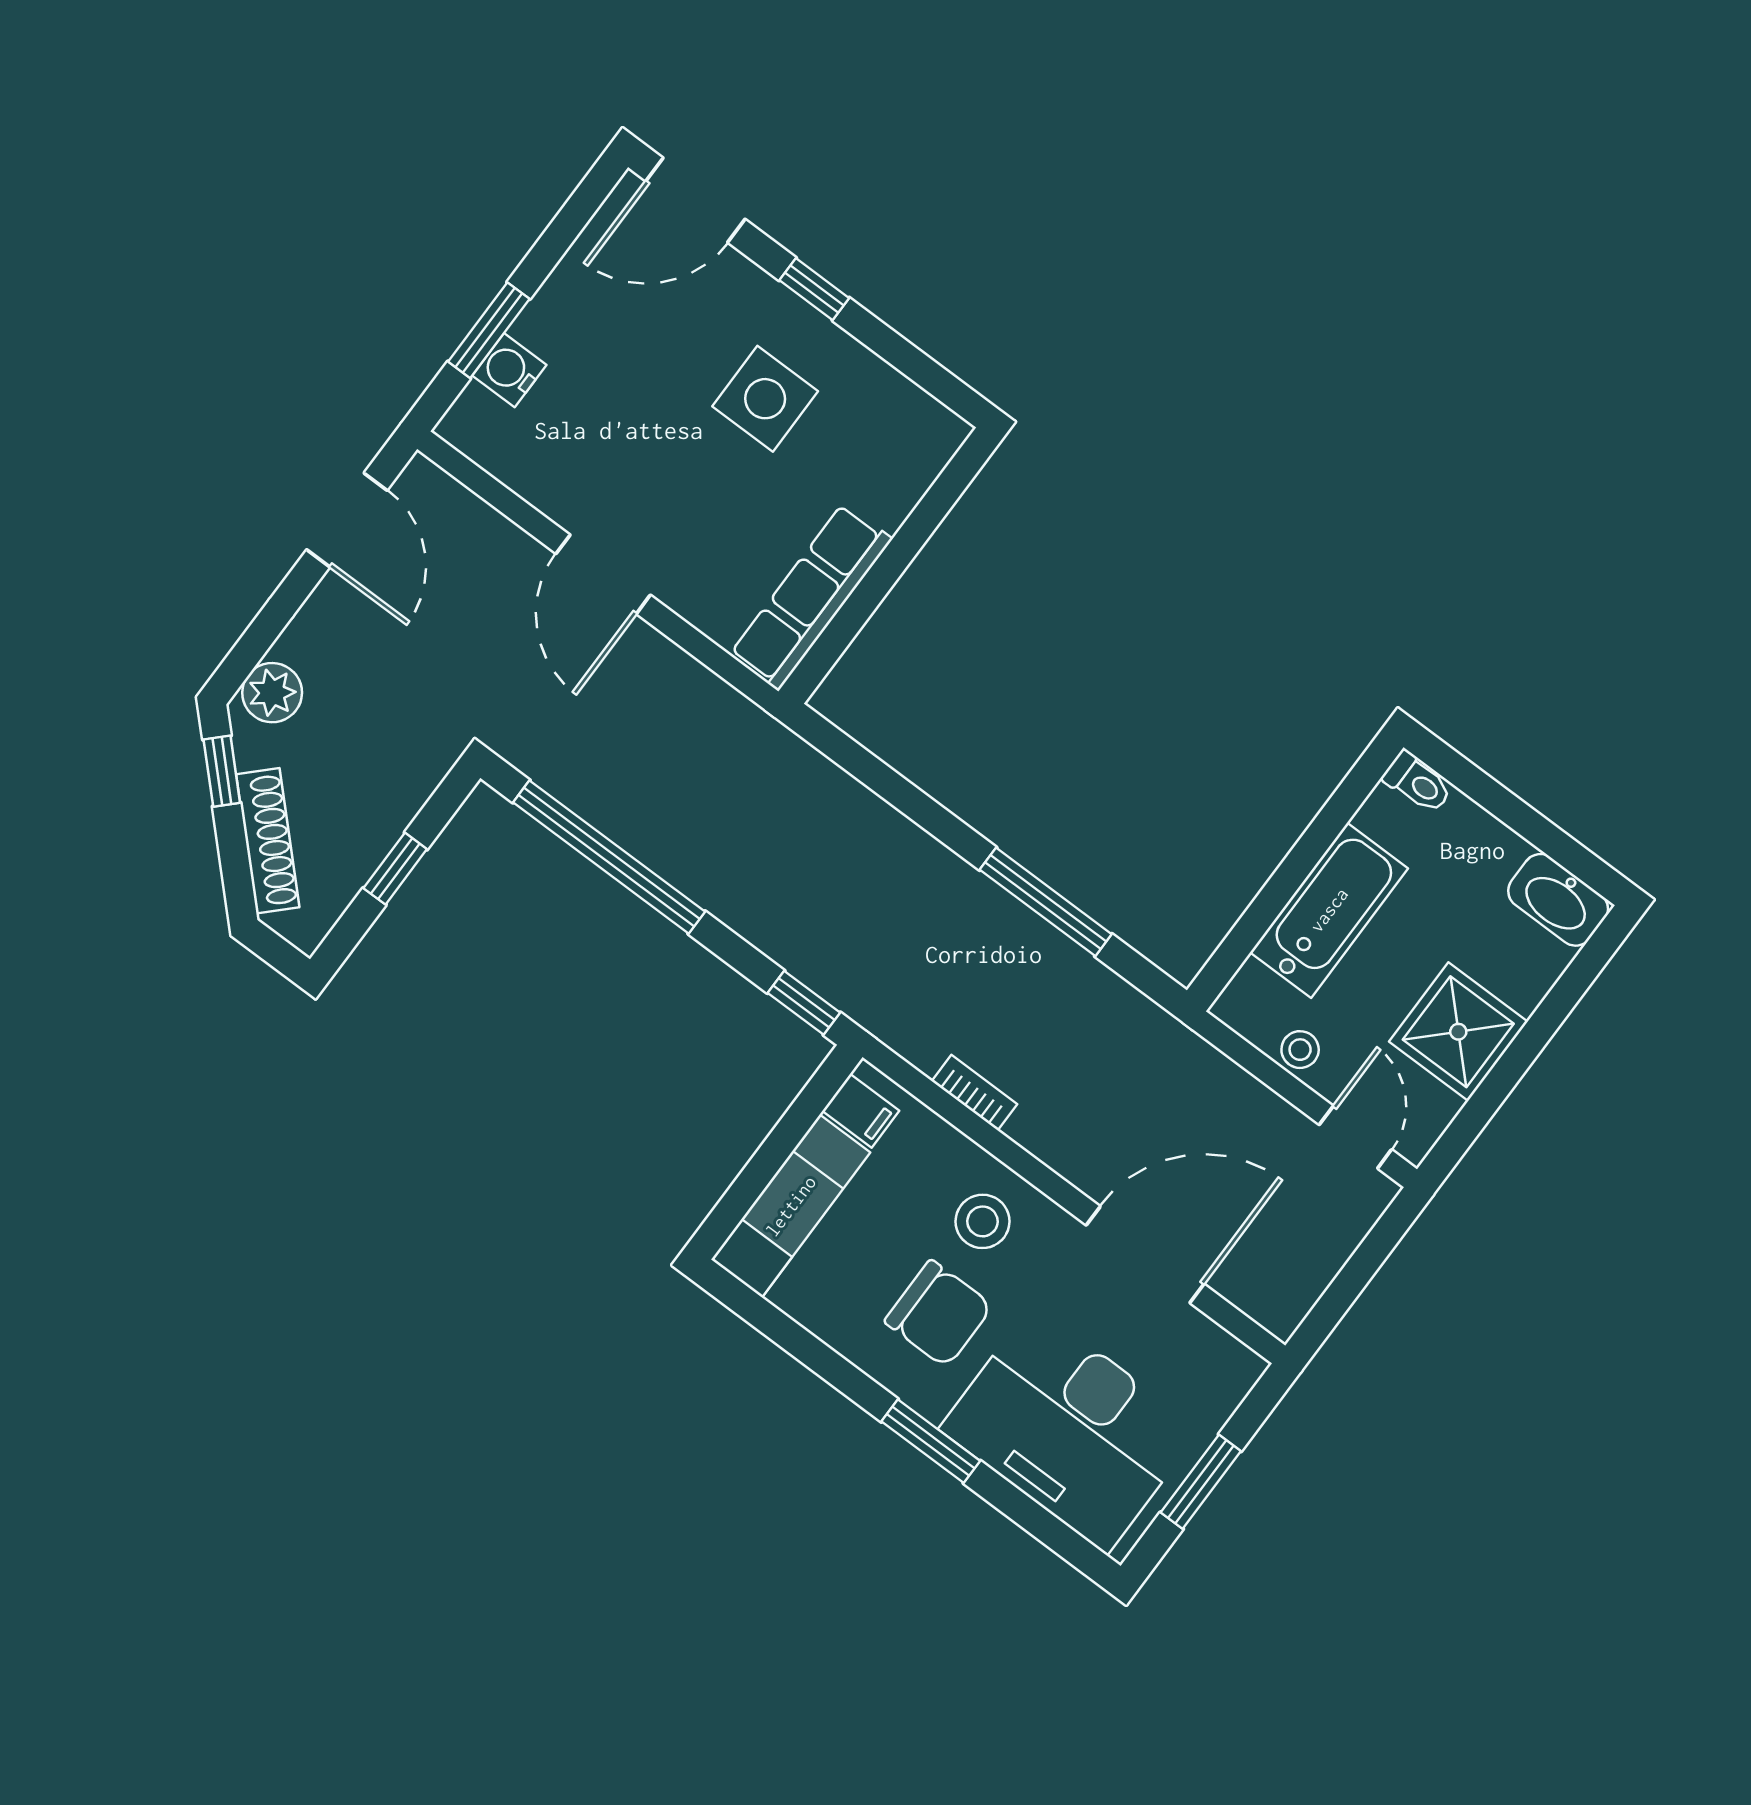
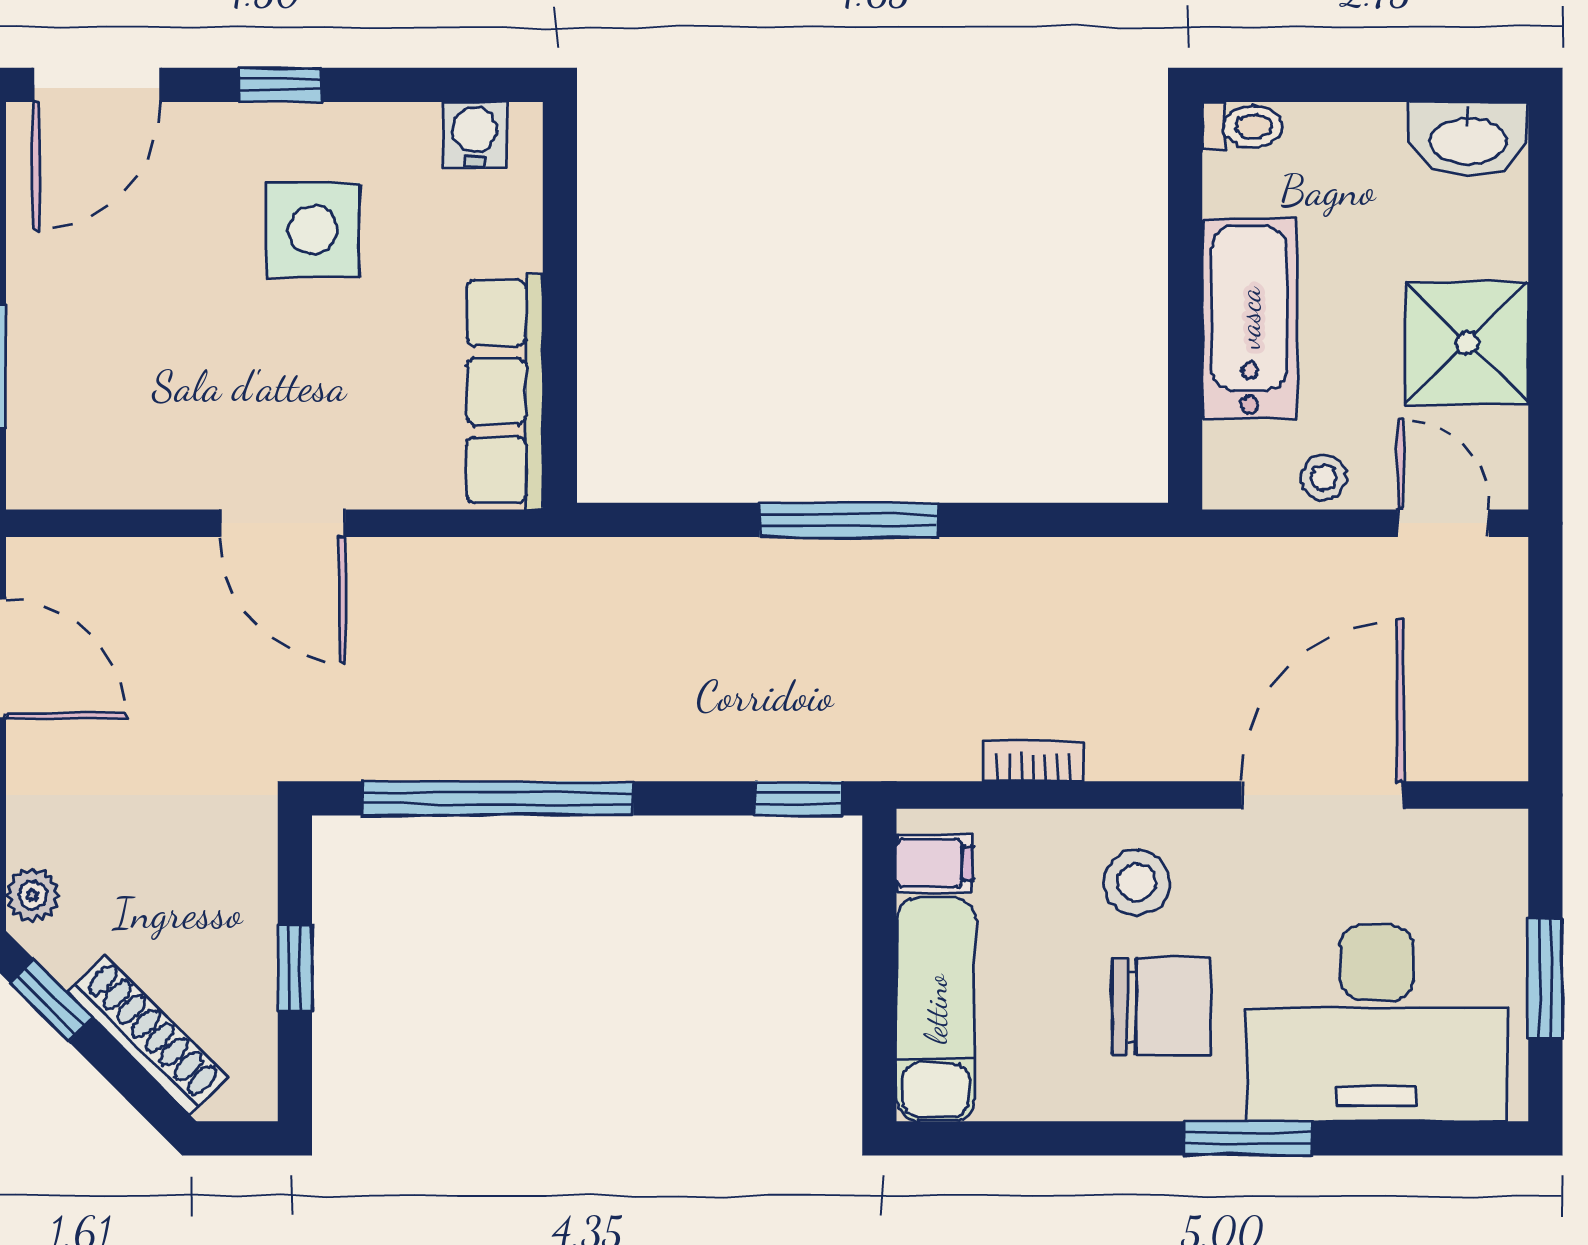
water cooler: (509, 370) -> (475, 135), moved, turned 90
plant: (272, 693) -> (33, 895), width x0.73, depth x0.73
window: (1046, 902) -> (849, 520), moved

